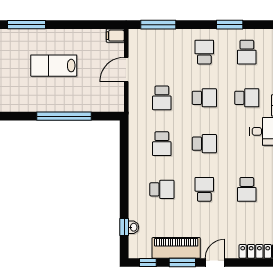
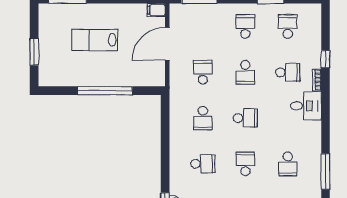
school desk: (247, 52) -> (288, 27), turned 180
door: (126, 69) -> (167, 44), width x1.36
school desk: (162, 98) -> (203, 72), turned 180
school desk: (204, 98) -> (245, 72), turned 90

